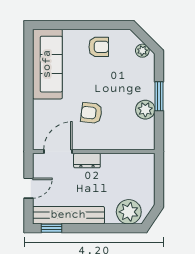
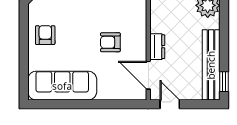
armchair: (91, 113) -> (110, 42), turned 83
door: (28, 188) -> (170, 104), moved

